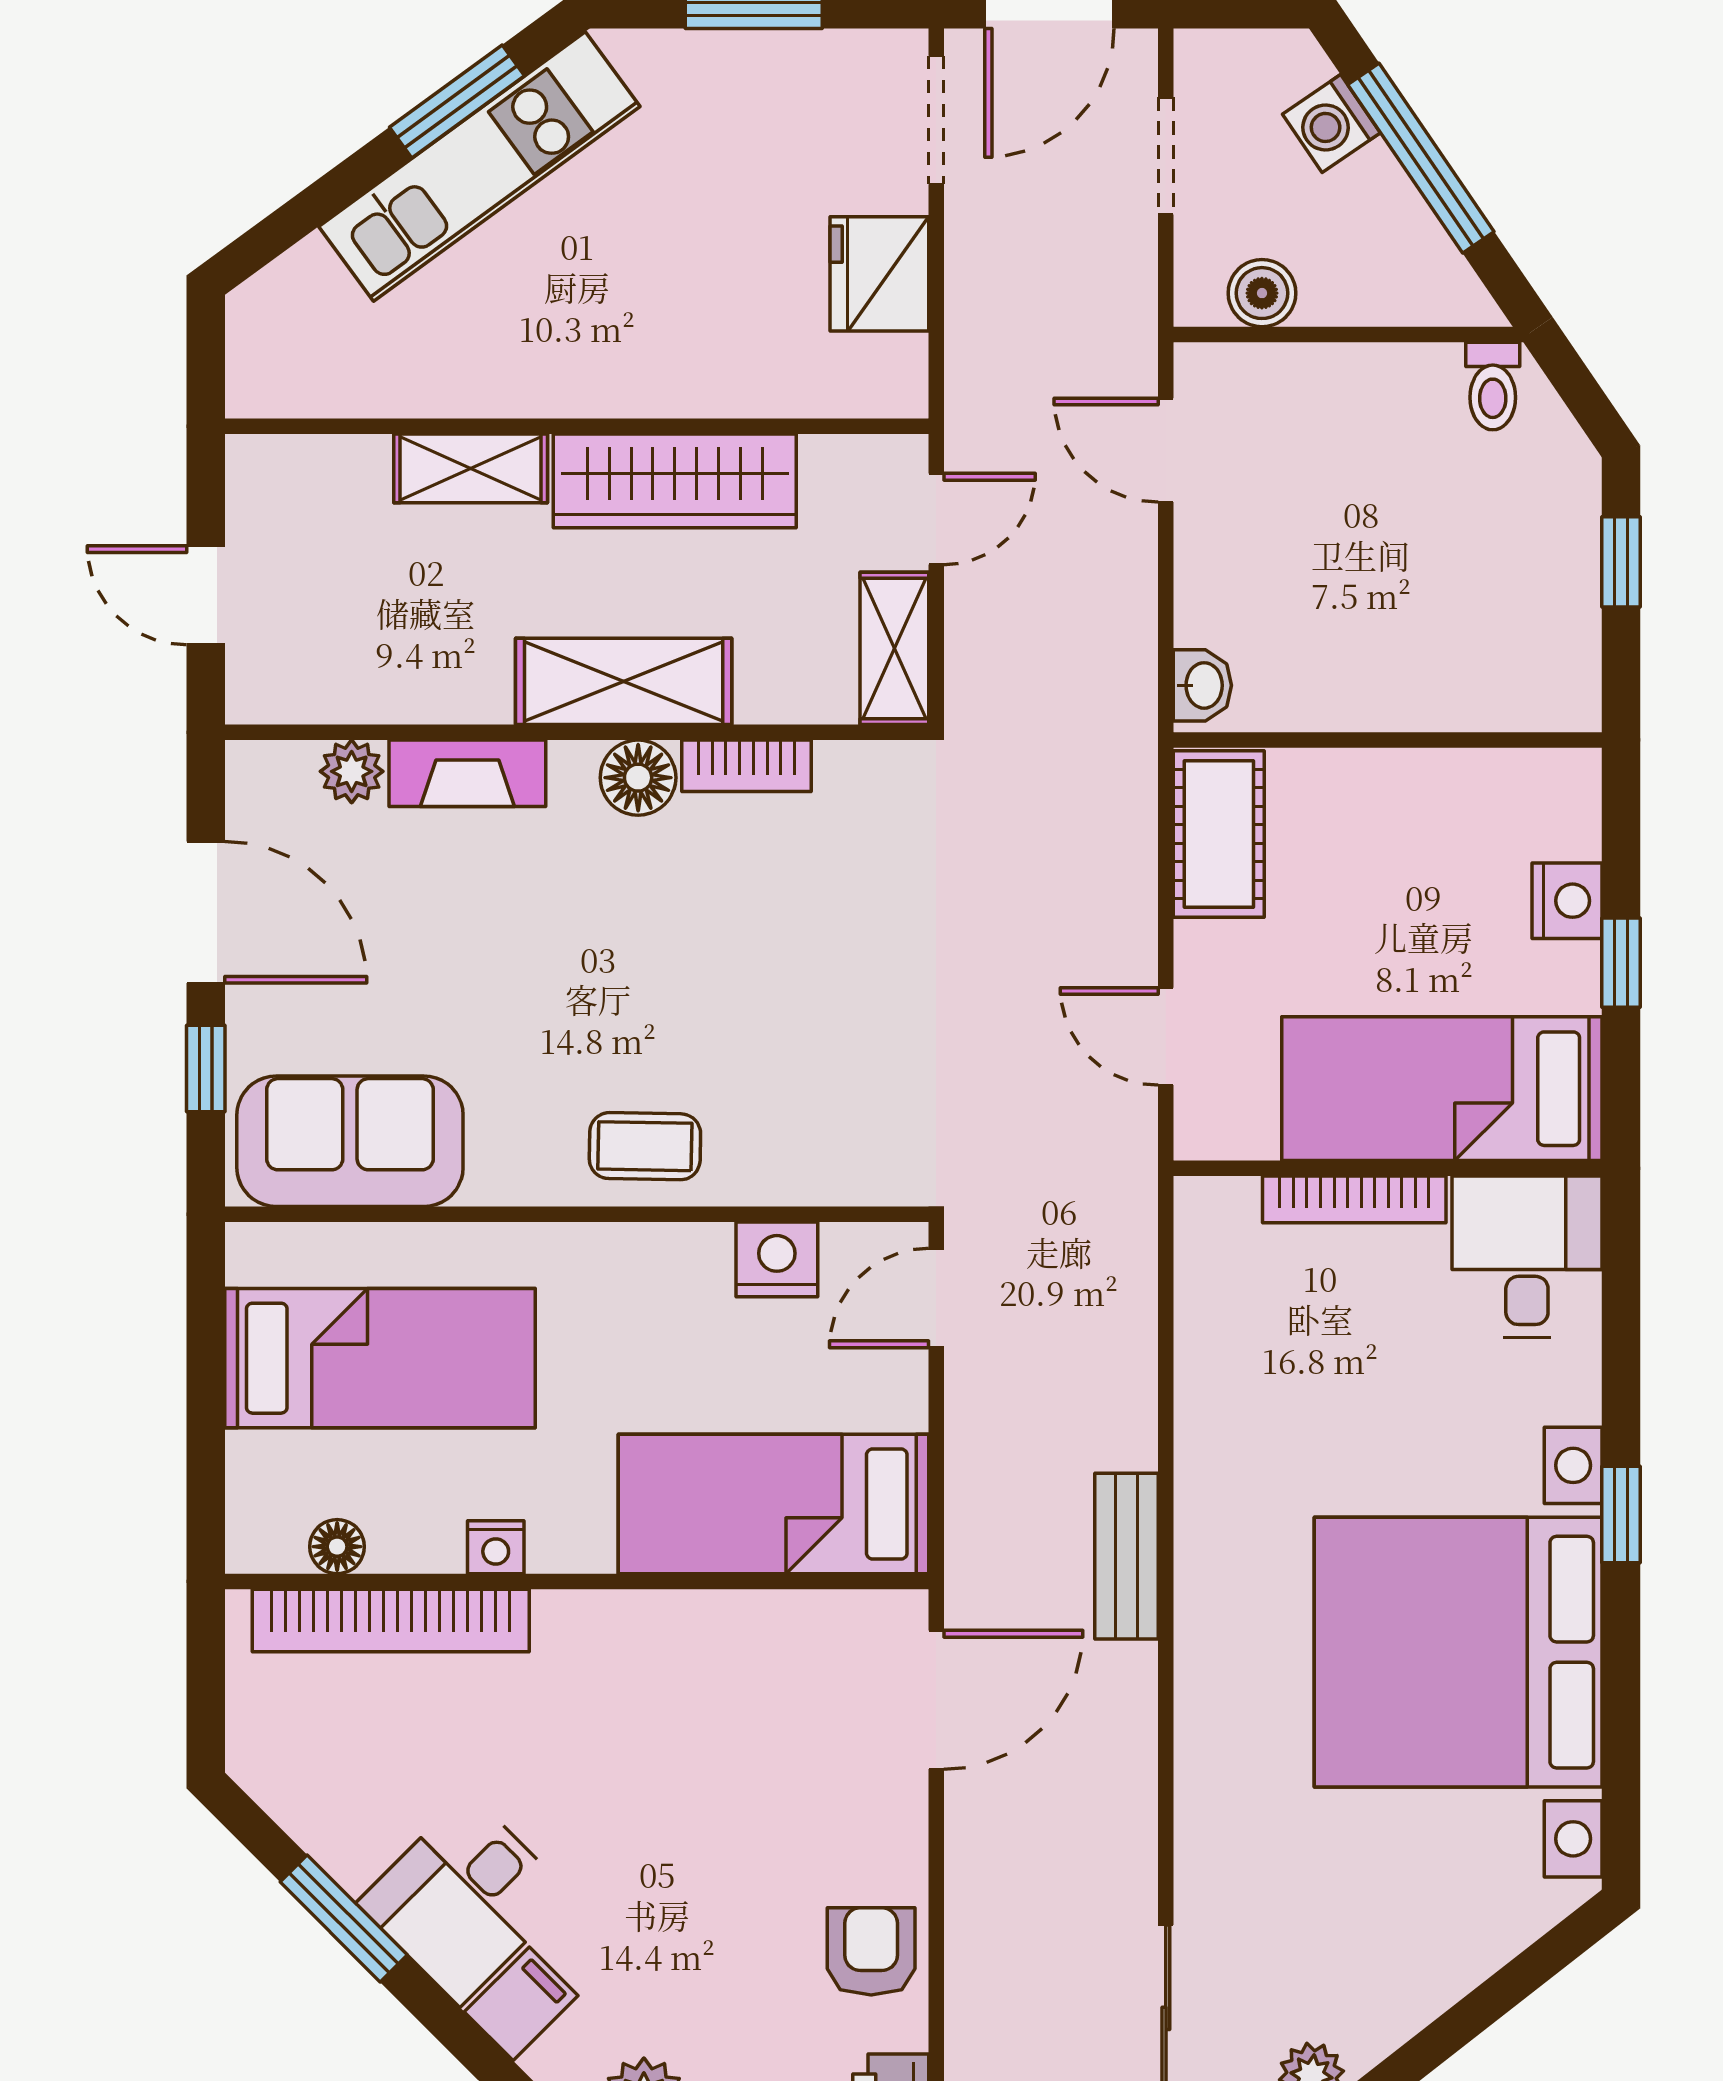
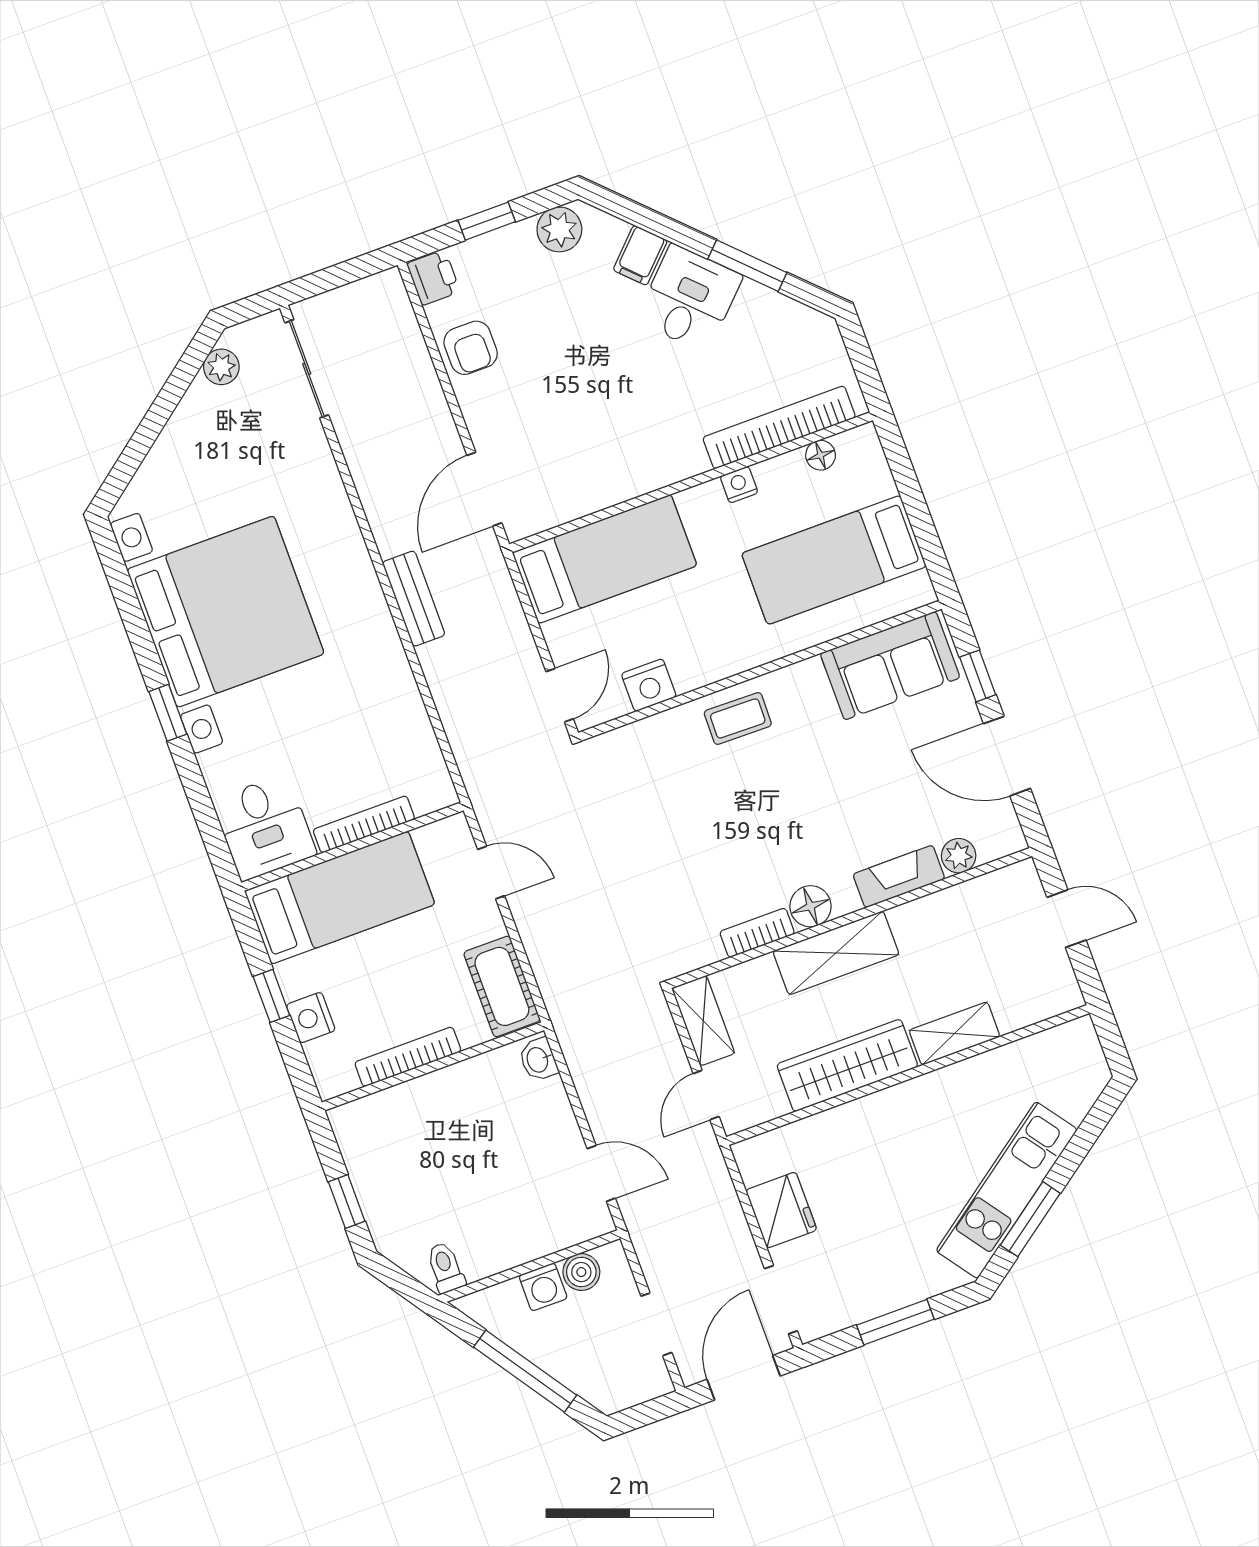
washing machine: (1331, 123) -> (543, 1287), moved, turned 124
bookcase: (1425, 772) -> (408, 1057), added

